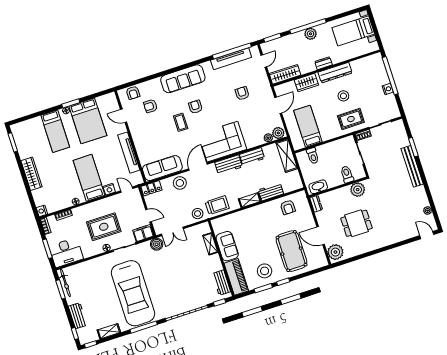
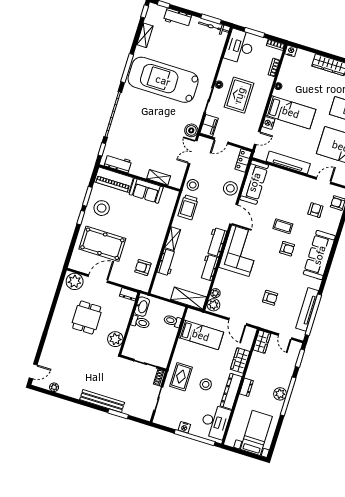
desk: (367, 68) -> (215, 422), added
wardrobe: (285, 74) -> (262, 342), width x0.67
toilet: (347, 174) -> (140, 322), moved

